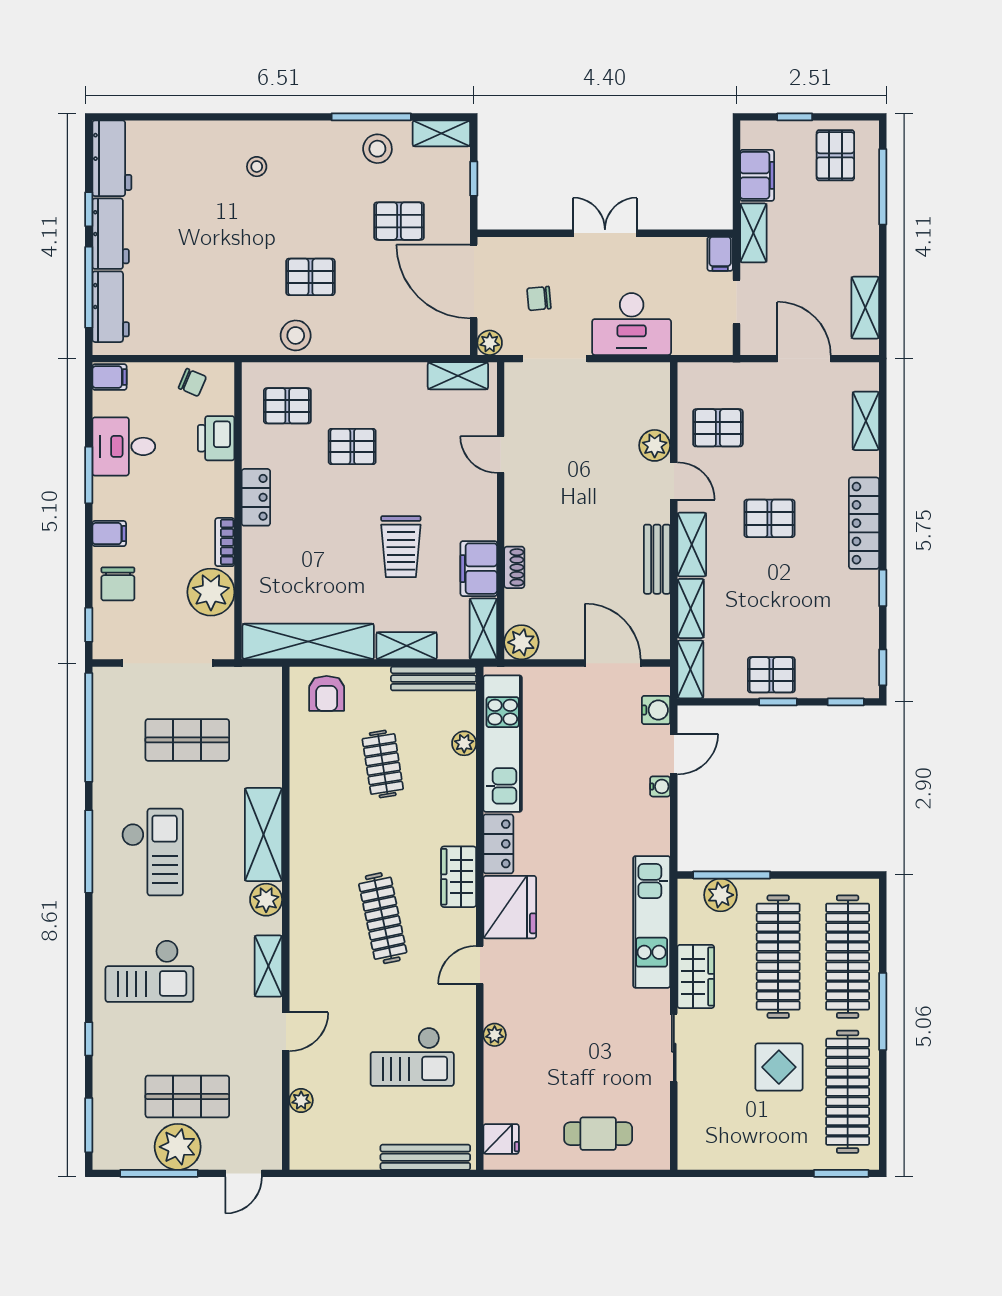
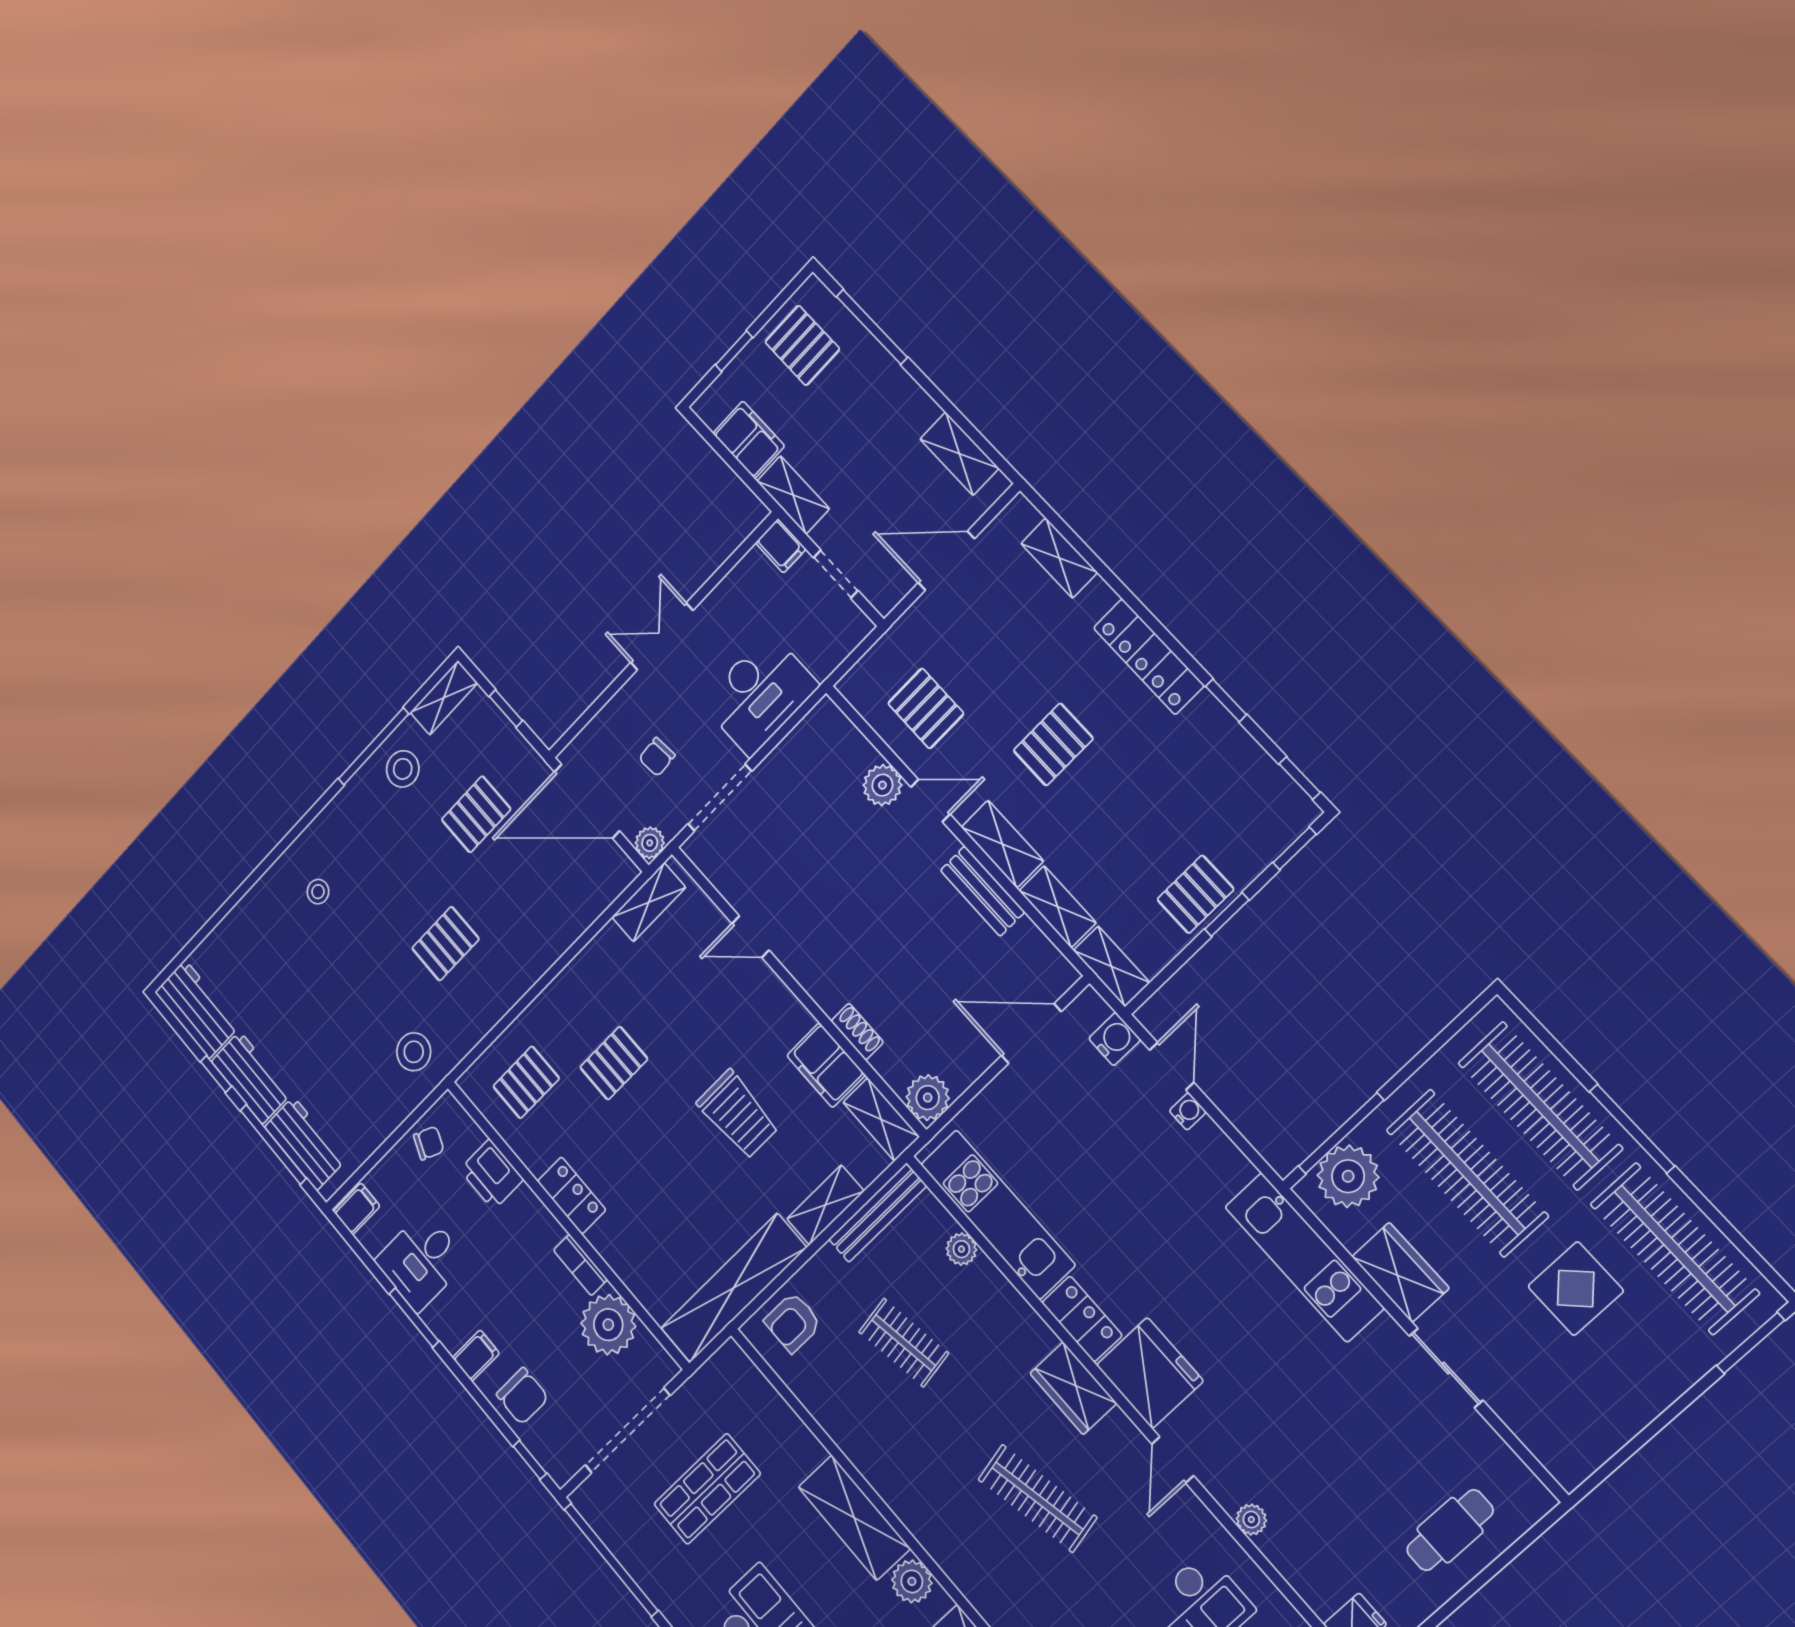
stool: (296, 335) -> (414, 1052), moved
pallet: (718, 428) -> (926, 708), turned 90
armchair: (327, 693) -> (793, 1322), turned 90
plant: (720, 895) -> (1348, 1176), width x1.36, depth x1.36

